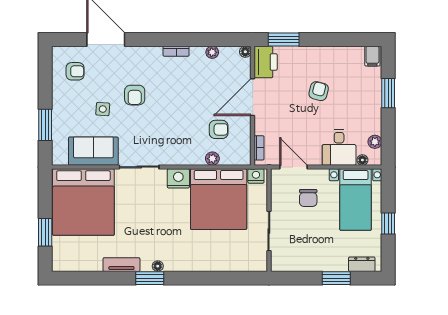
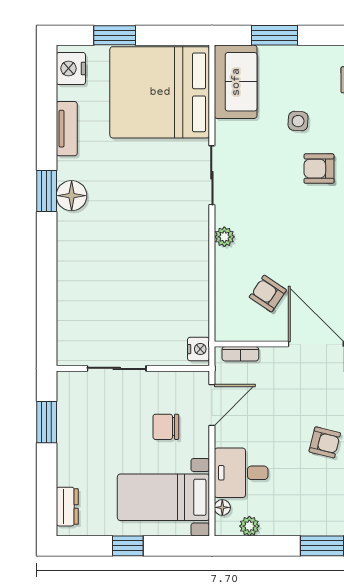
armchair: (219, 129) -> (268, 294), turned 124
sofa: (93, 151) -> (236, 82), moved
plant: (212, 159) -> (224, 237), moved
nightstand: (178, 178) -> (71, 68), moved, turned 180
bed: (219, 199) -> (164, 293), removed
tv unit: (121, 265) -> (67, 129), moved
floor lamp: (158, 266) -> (72, 196), width x1.89, depth x1.89
window: (336, 278) -> (47, 422), moved

